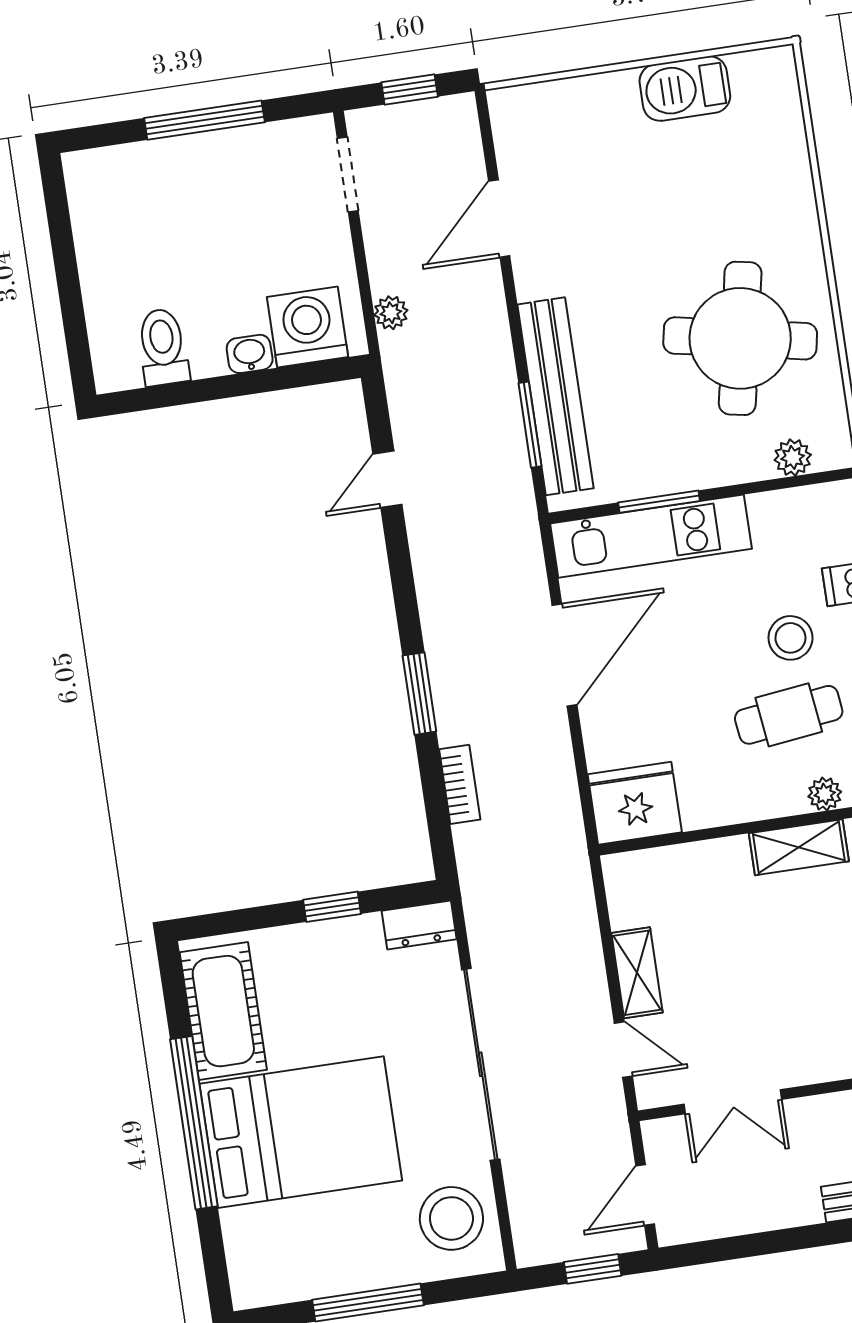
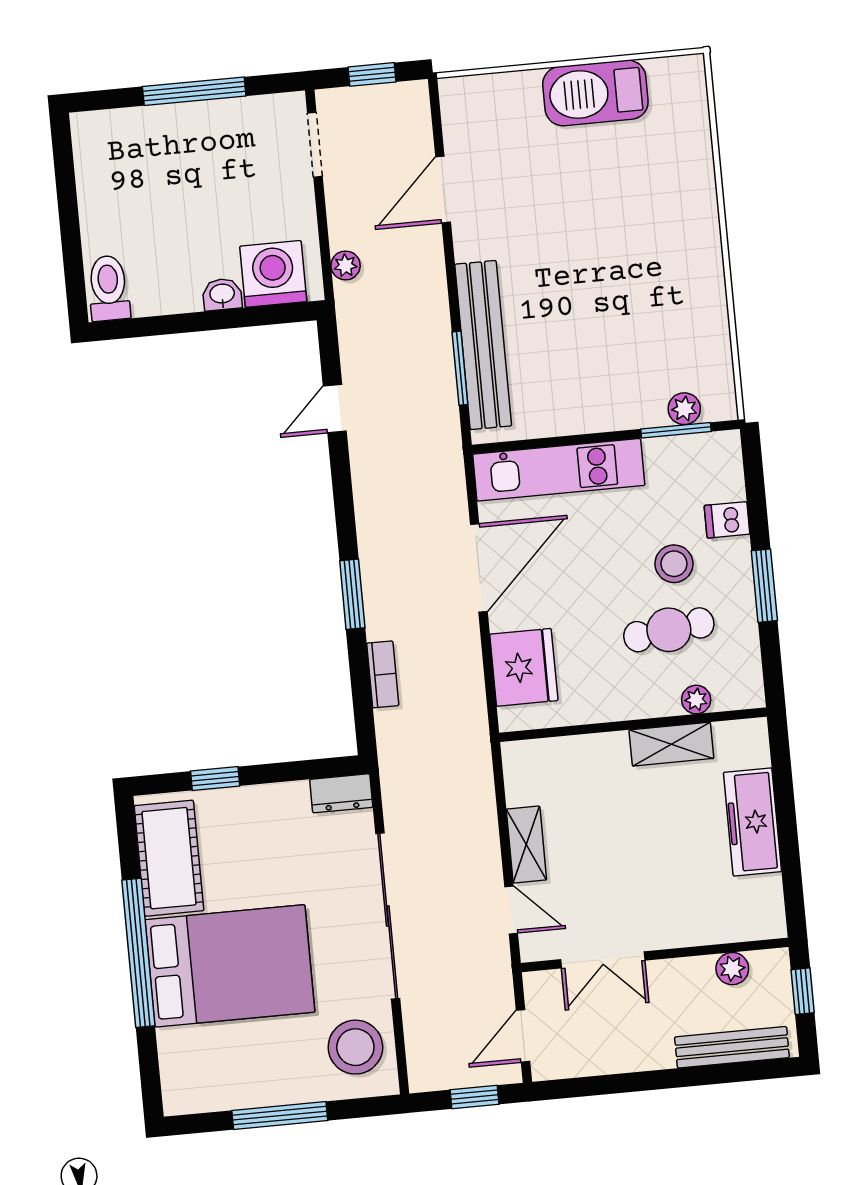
barbecue: (685, 89) -> (595, 93), width x1.37, depth x1.21
round table: (740, 338) -> (645, 304), removed
toilet: (163, 347) -> (109, 288), moved
window: (659, 502) -> (676, 430), moved
fridge: (635, 803) -> (524, 667), moved, turned 90
window: (332, 907) -> (215, 779), moved

